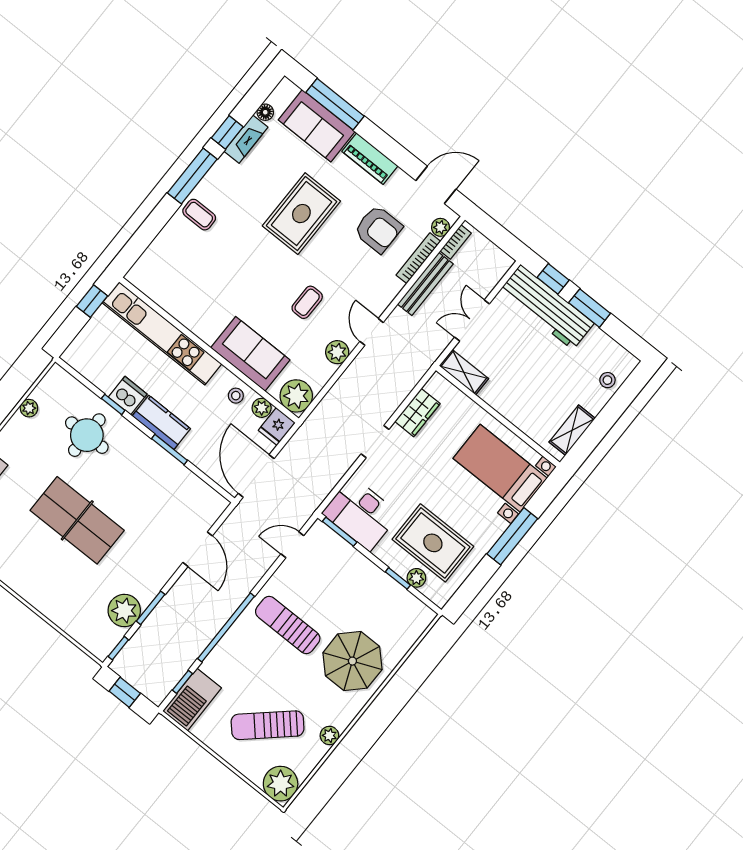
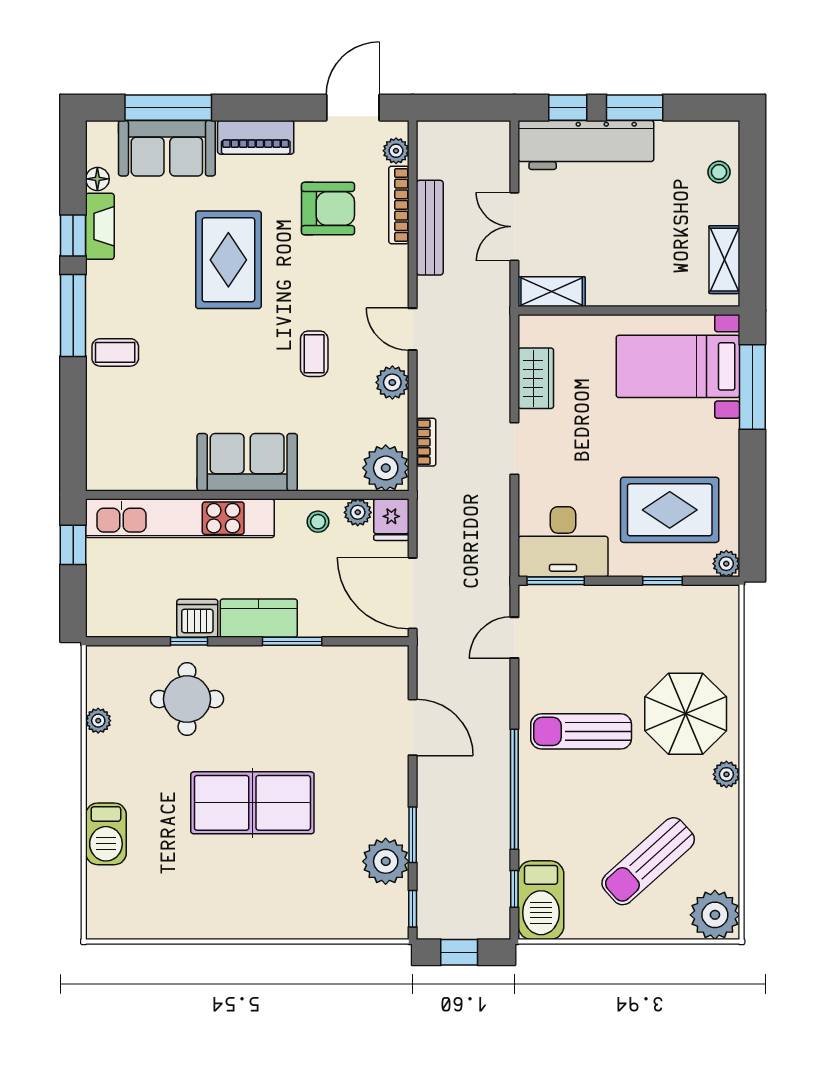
bookcase: (456, 242) -> (426, 442), moved
sofa: (250, 354) -> (247, 462), moved
window: (512, 536) -> (752, 387), moved
plant: (416, 578) -> (726, 564), moved
plant: (329, 735) -> (726, 774), moved

